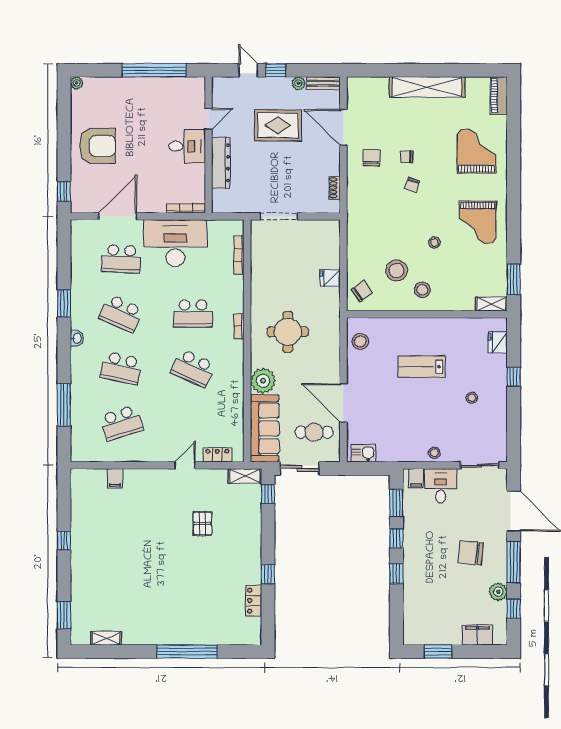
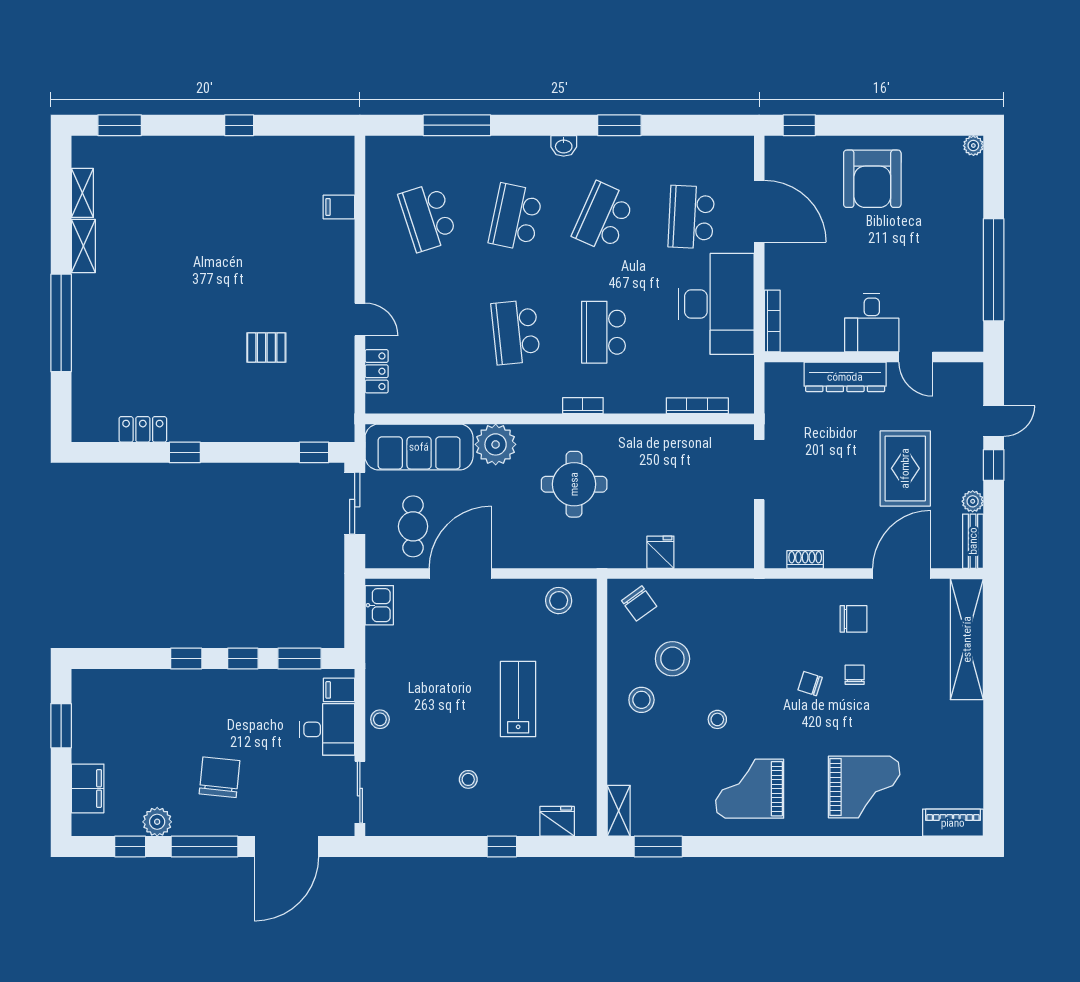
shelving: (427, 87) -> (967, 639), moved
school desk: (193, 368) -> (516, 332), turned -30
shelving: (245, 476) -> (83, 246), moved

